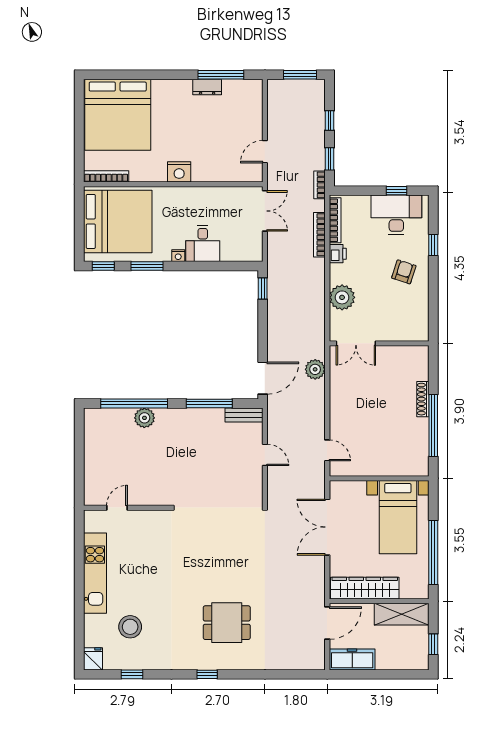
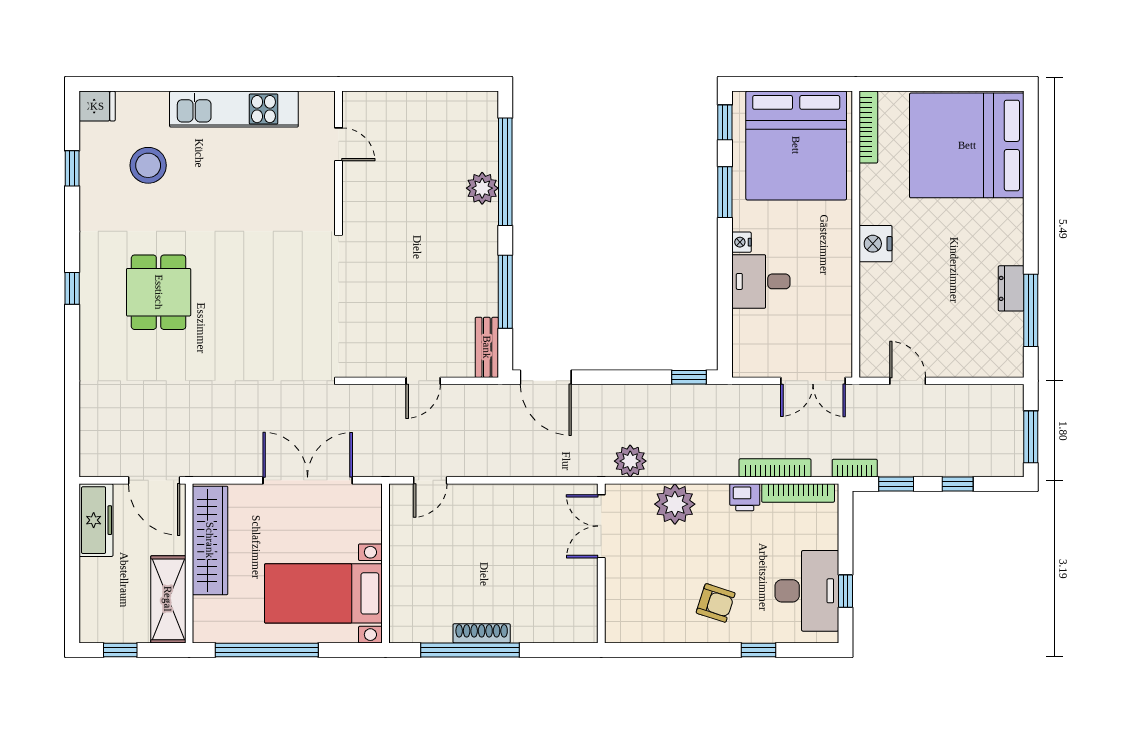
plant: (315, 369) -> (630, 461), moved
shoe rack: (423, 399) -> (482, 633), moved
dining table: (227, 623) -> (159, 292), moved

